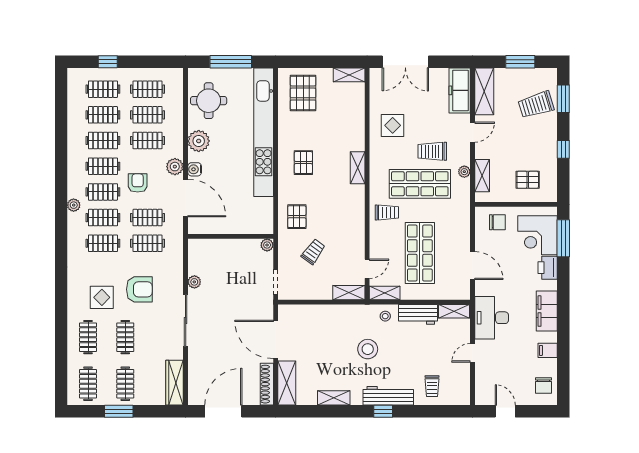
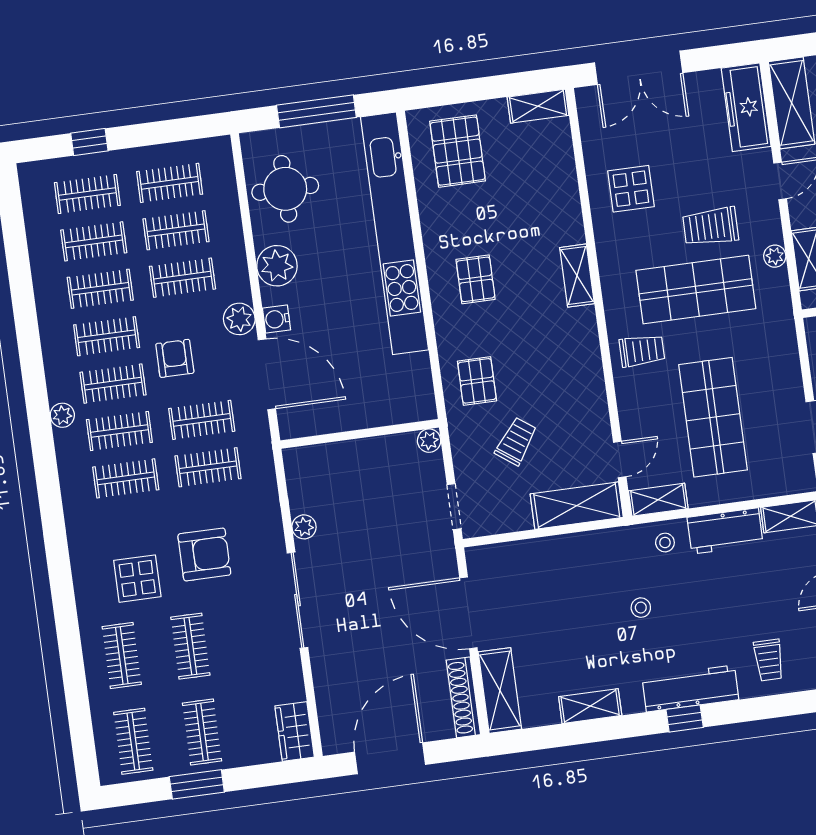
shelving: (349, 293) -> (577, 506), width x1.50, depth x1.33
stool: (368, 349) -> (641, 608), width x0.53, depth x0.53
wardrobe: (175, 383) -> (295, 732), width x0.67

